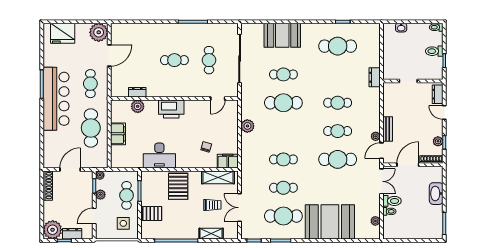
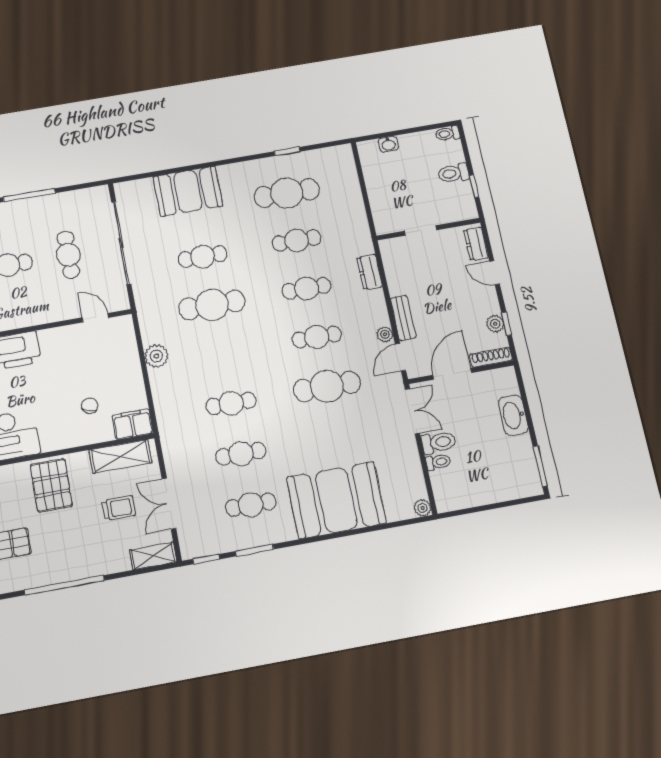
cafe table: (338, 74) -> (297, 240), added
dresser: (375, 77) -> (370, 272), moved
door: (218, 99) -> (95, 318), swing flipped
cafe table: (283, 216) -> (251, 505), width x0.73, depth x0.74
plant: (375, 221) -> (422, 508), moved
shelving: (211, 234) -> (153, 556), moved

